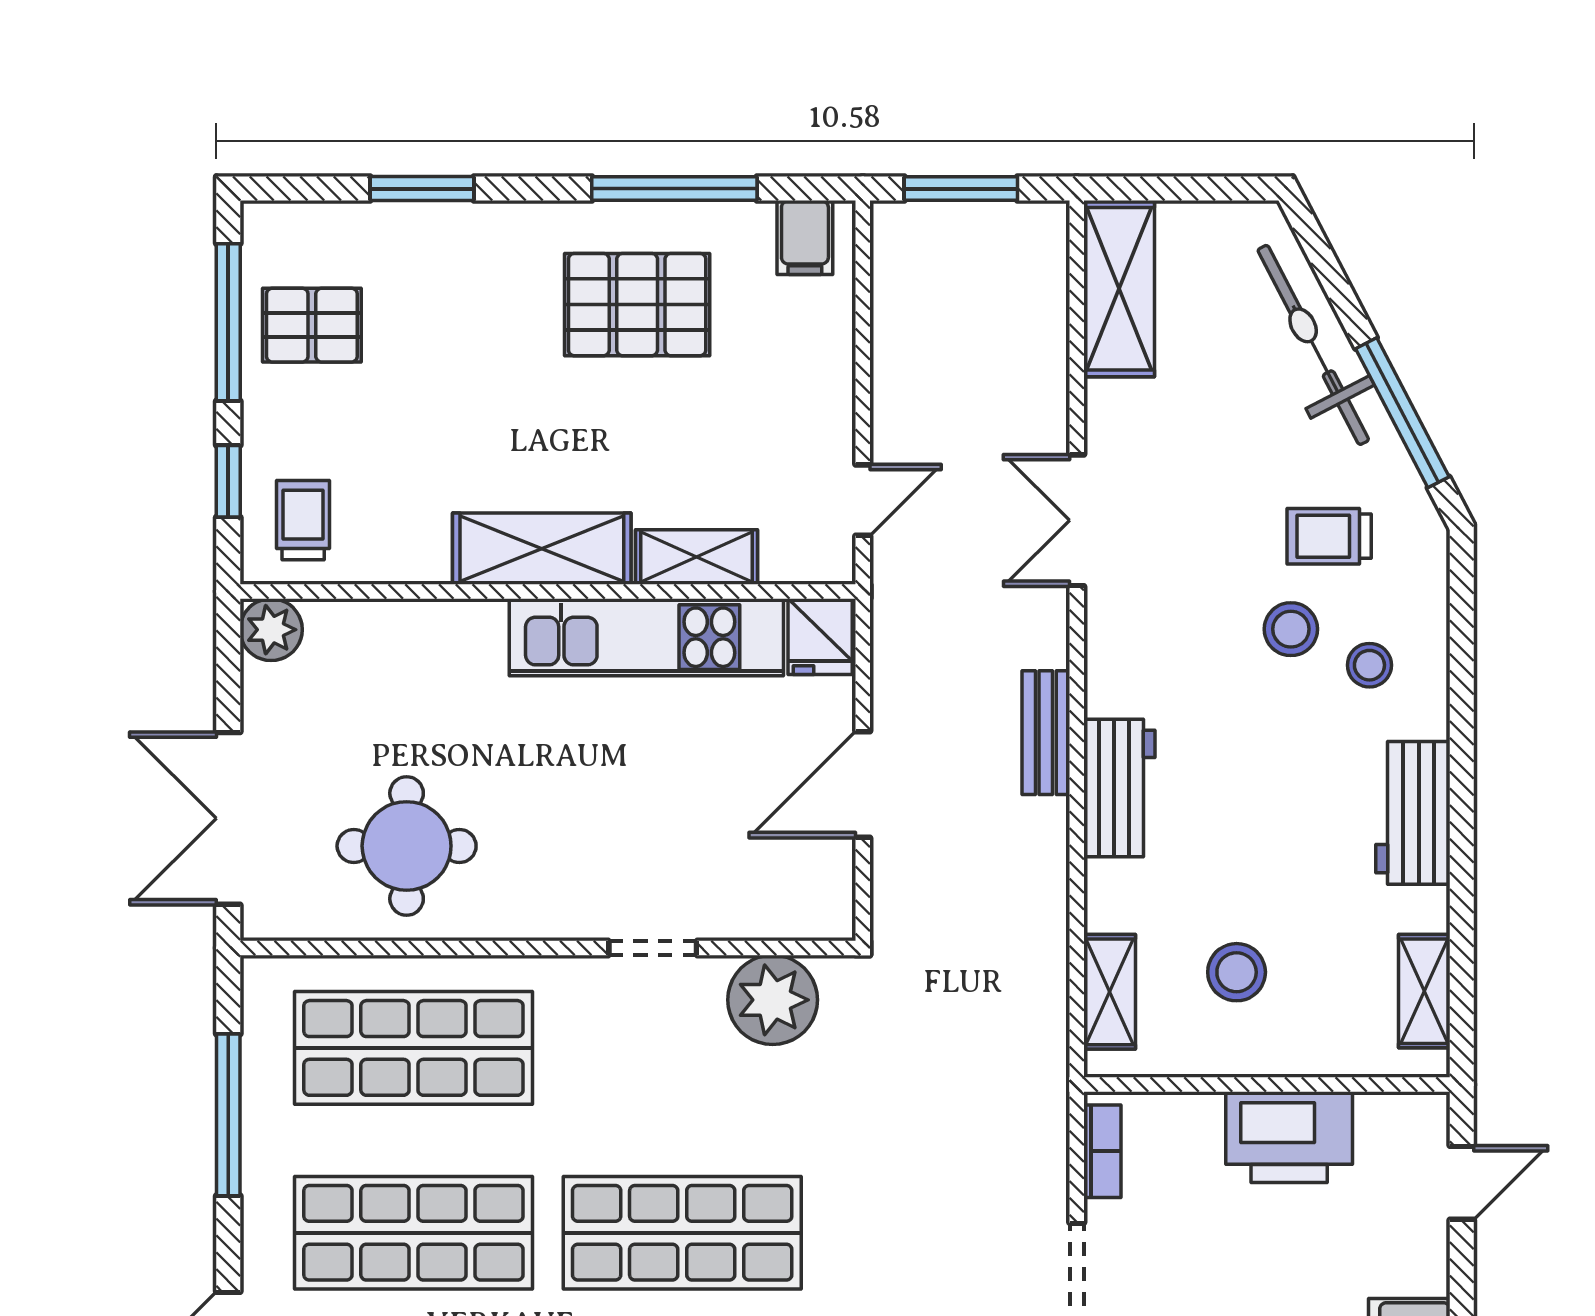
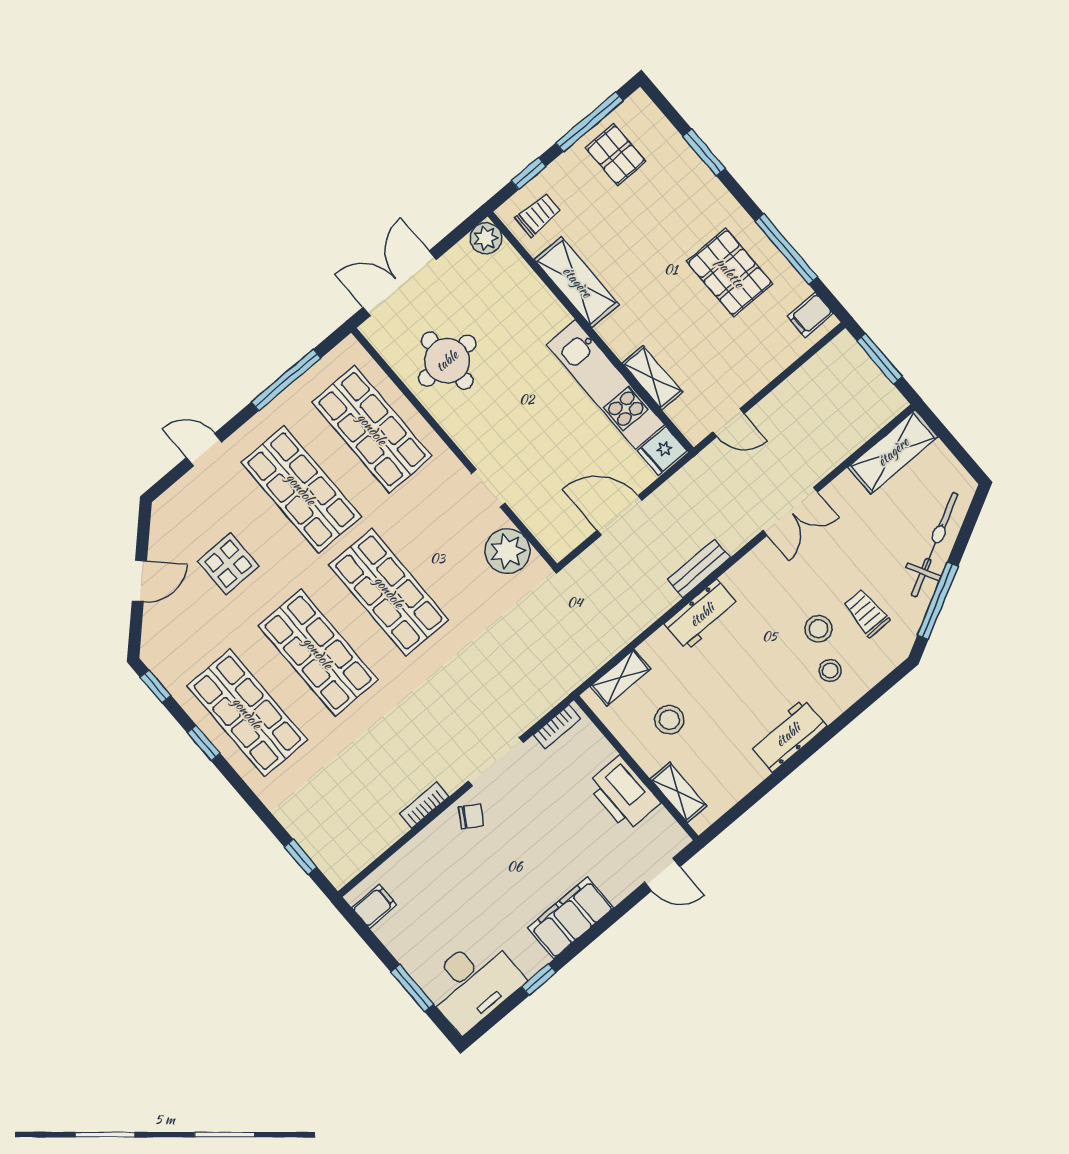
double door: (1077, 520) -> (790, 511), swing flipped
shelving: (542, 549) -> (577, 282), moved
shelving: (1424, 991) -> (678, 792), moved, turned 90

